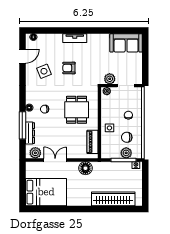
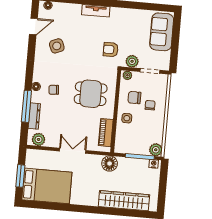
sofa: (126, 43) -> (162, 32), moved, turned 90
armchair: (69, 68) -> (111, 50), moved
dining table: (77, 110) -> (91, 94), turned 90
chair: (127, 137) -> (134, 98), moved
plant: (126, 153) -> (156, 150), moved
double door: (55, 160) -> (73, 151), moved
floor lamp: (85, 168) -> (110, 164), moved
window: (22, 186) -> (20, 176), added

